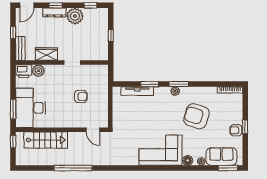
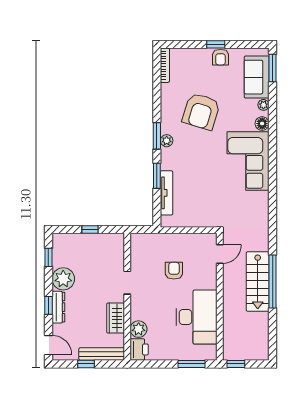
bench: (20, 48) -> (102, 354), width x1.36
desk: (31, 108) -> (196, 317), moved, turned -90
stairs: (46, 140) -> (258, 281), moved, turned 180

